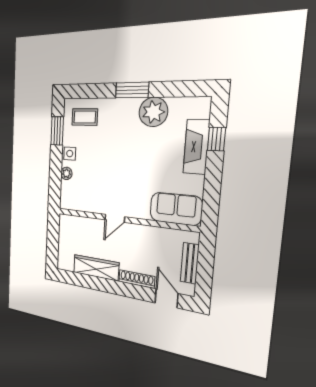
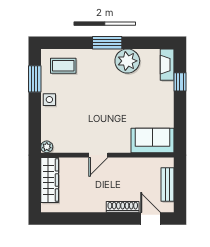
fireplace: (196, 147) -> (167, 65), moved, width x0.73, depth x0.76
plant: (66, 173) -> (47, 147), moved
wardrobe: (96, 268) -> (50, 180), moved, turned 90

